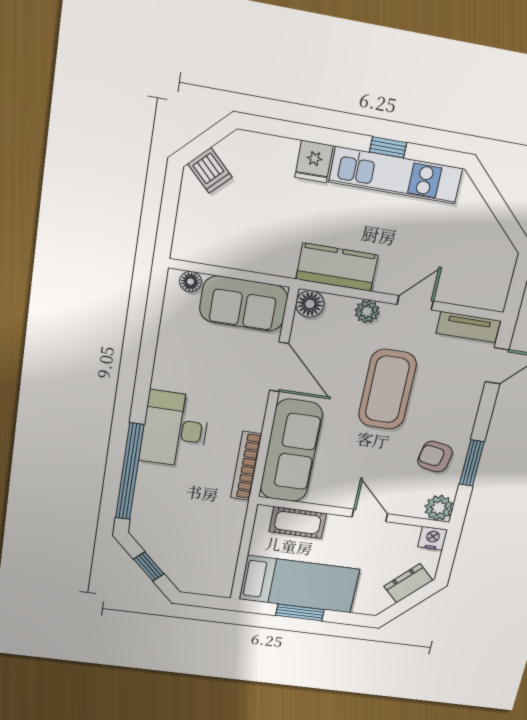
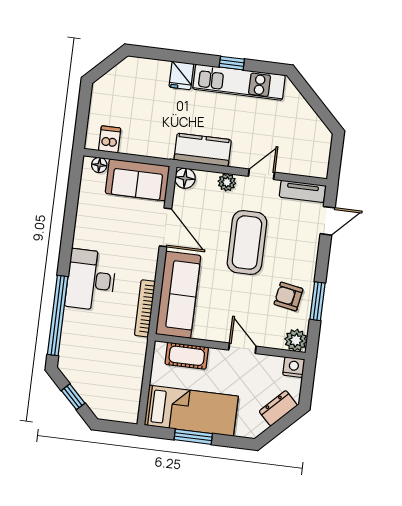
dishwasher: (210, 171) -> (110, 139), moved, turned -135

